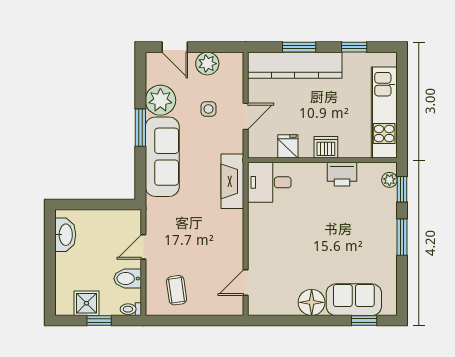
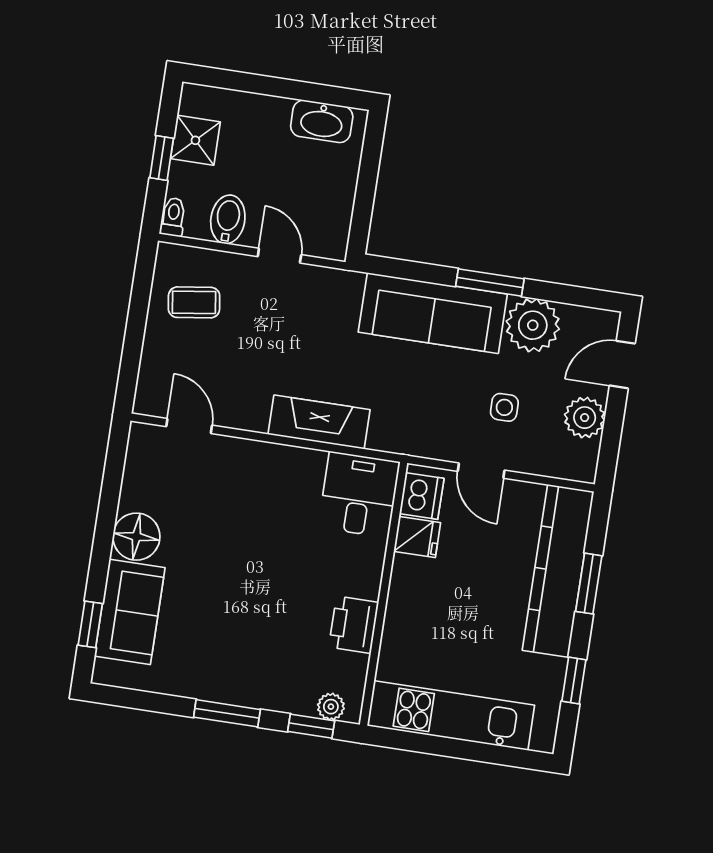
dishwasher: (326, 147) -> (422, 496), moved
fireplace: (232, 181) -> (319, 422), moved

